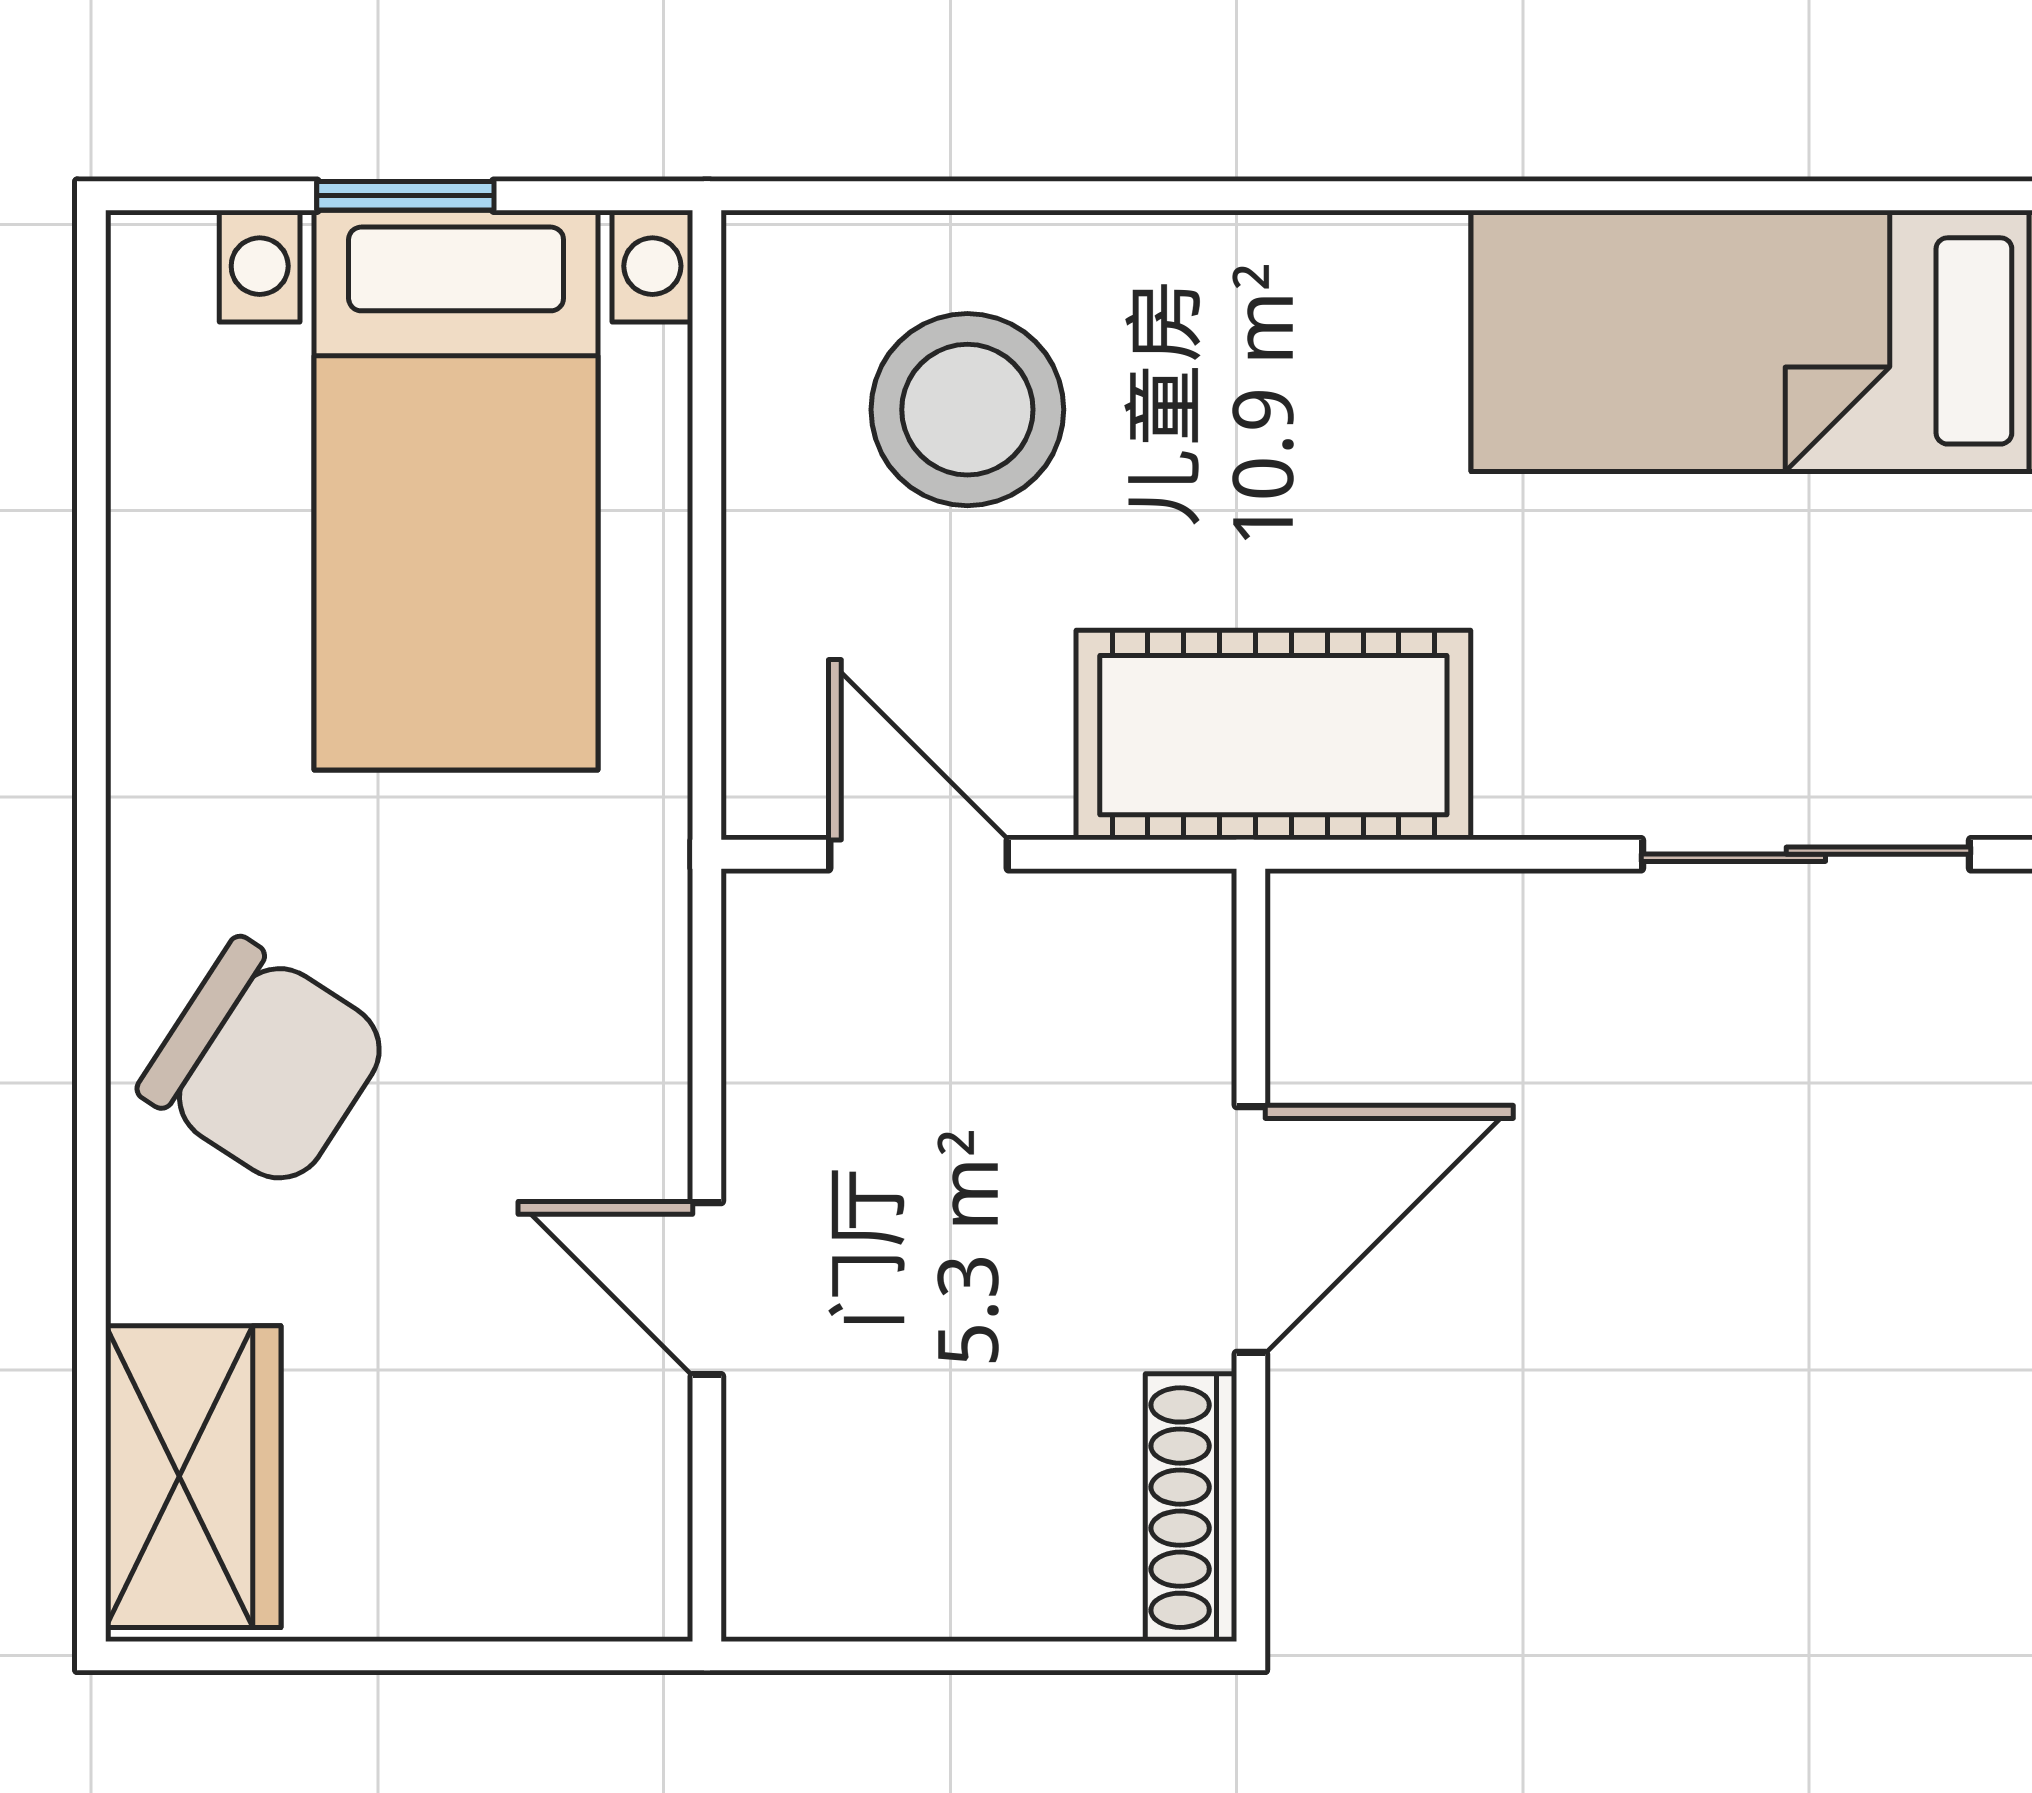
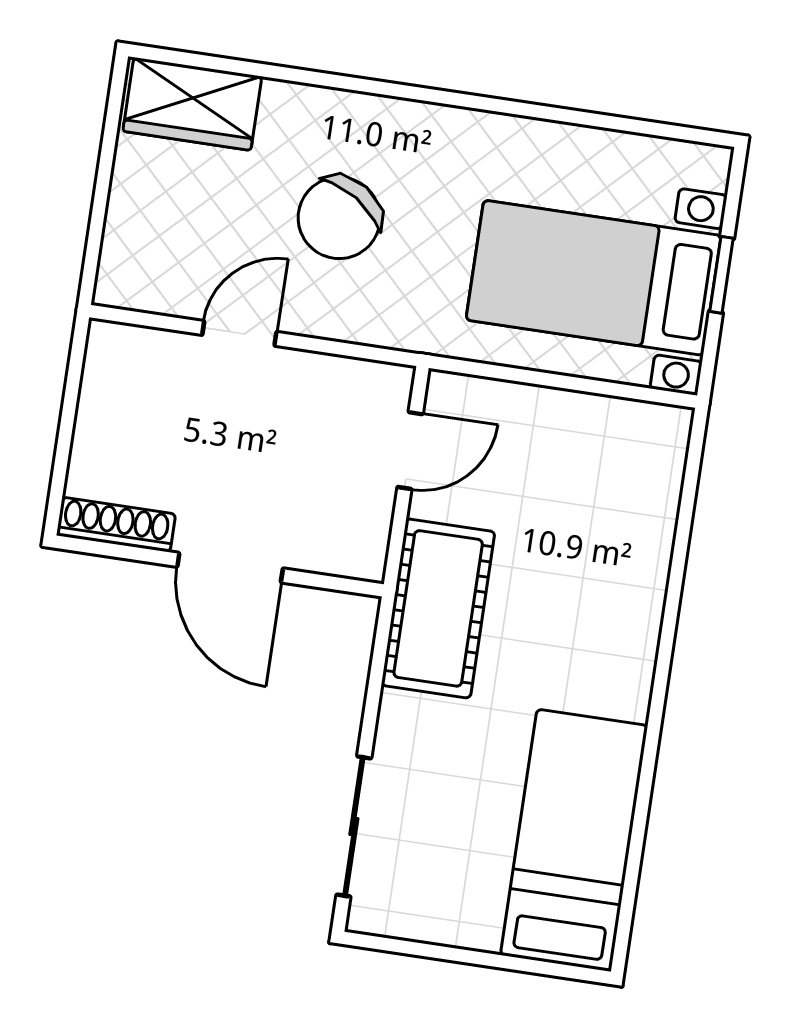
stool: (967, 410) -> (595, 499), removed
chair: (265, 1064) -> (339, 218), moved

